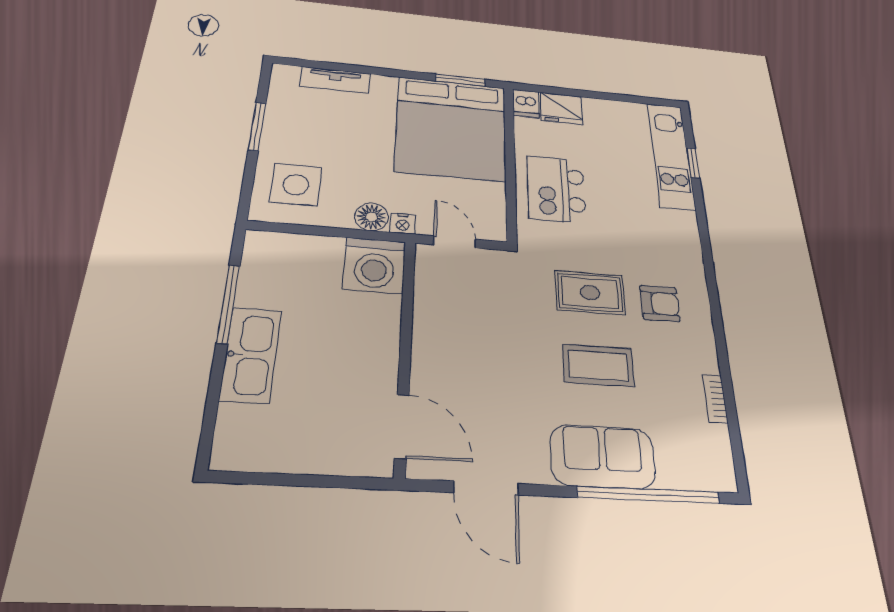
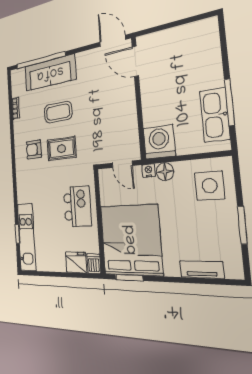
kitchen sink: (251, 355) -> (215, 115), moved
sofa: (603, 457) -> (50, 73), width x1.36
door: (486, 488) -> (113, 41), moved

